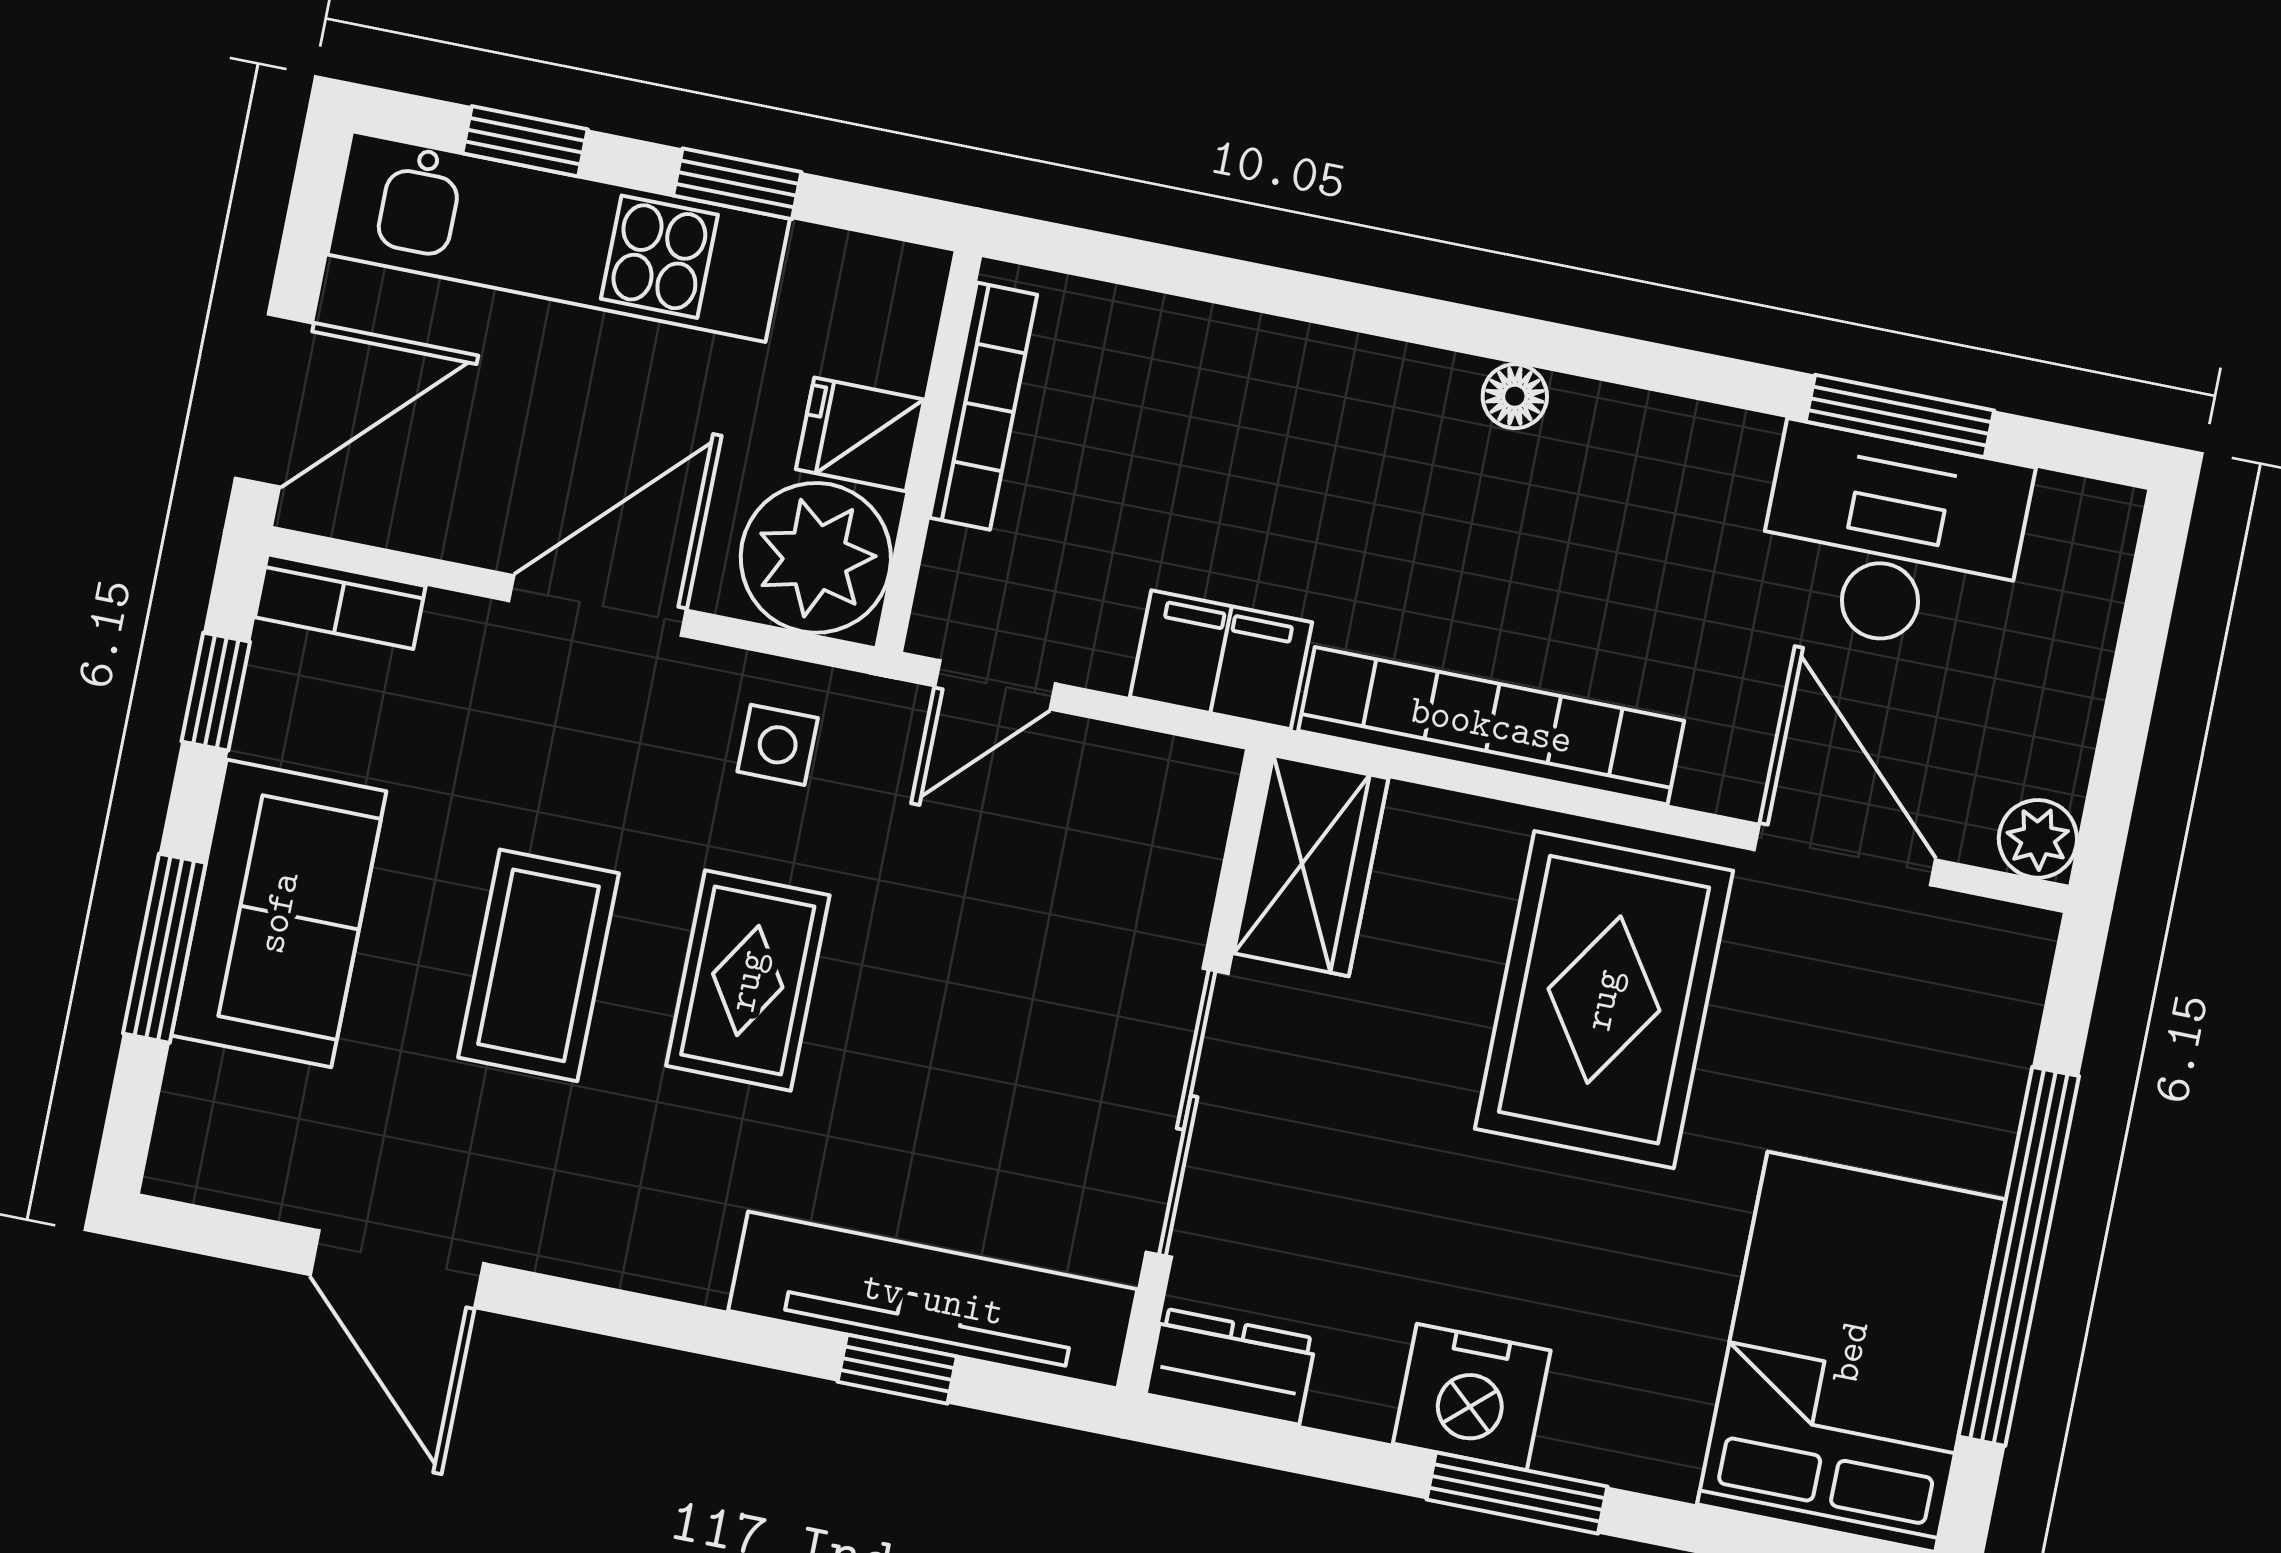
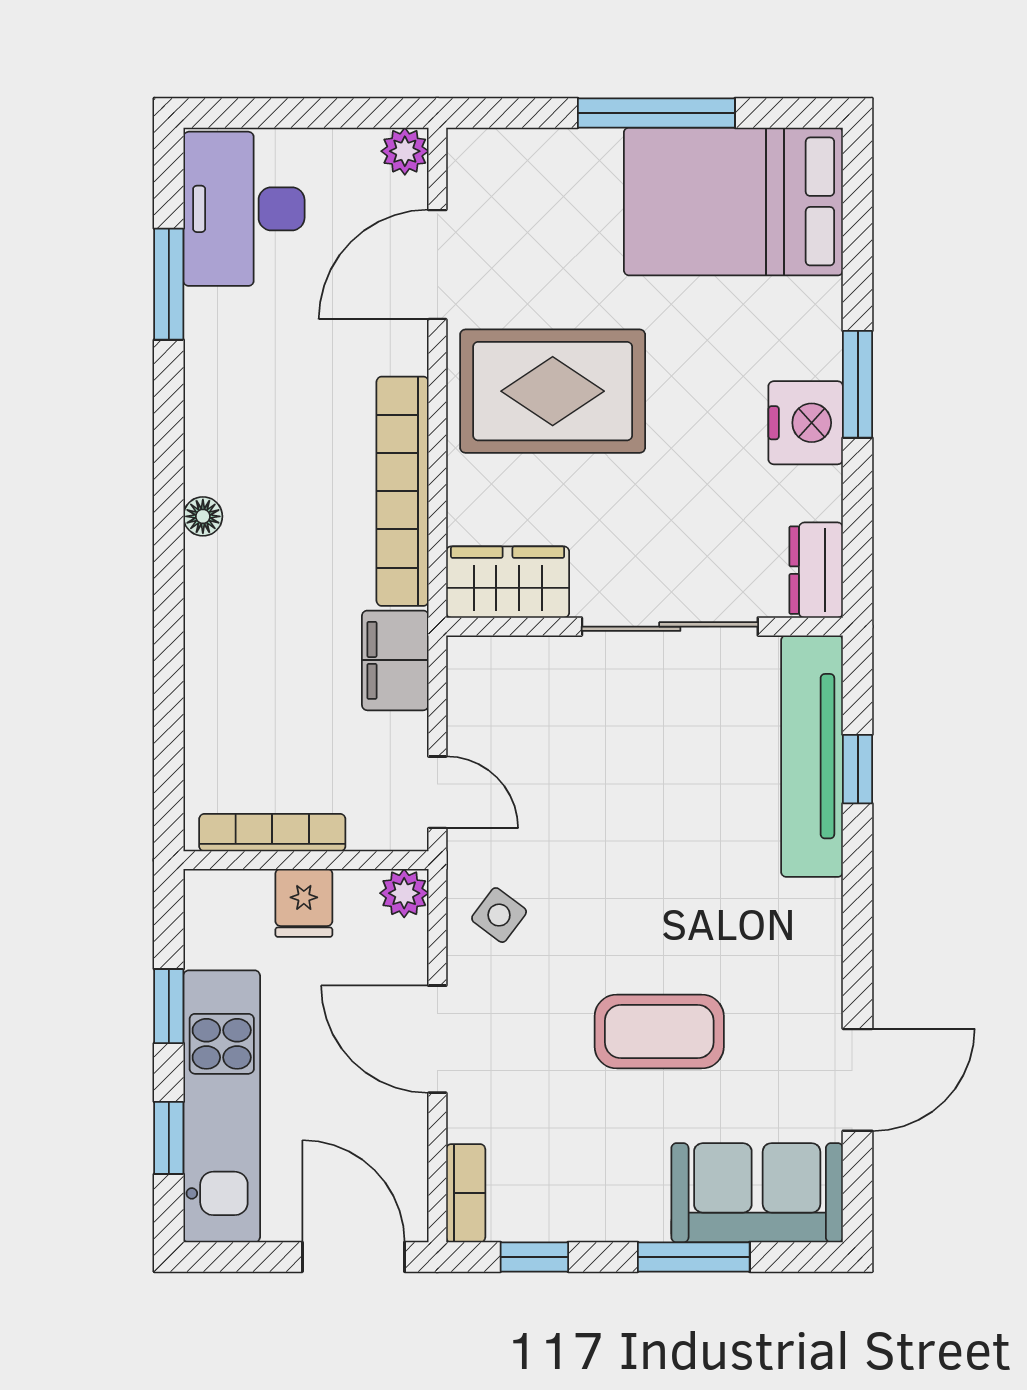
desk: (1892, 540) -> (244, 209), moved
plant: (816, 558) -> (404, 893), width x0.53, depth x0.53
side table: (778, 745) -> (499, 915), turned 37
sofa: (279, 913) -> (757, 1193), moved
rug: (748, 981) -> (643, 905), removed
window: (2019, 1256) -> (656, 113), width x0.68

